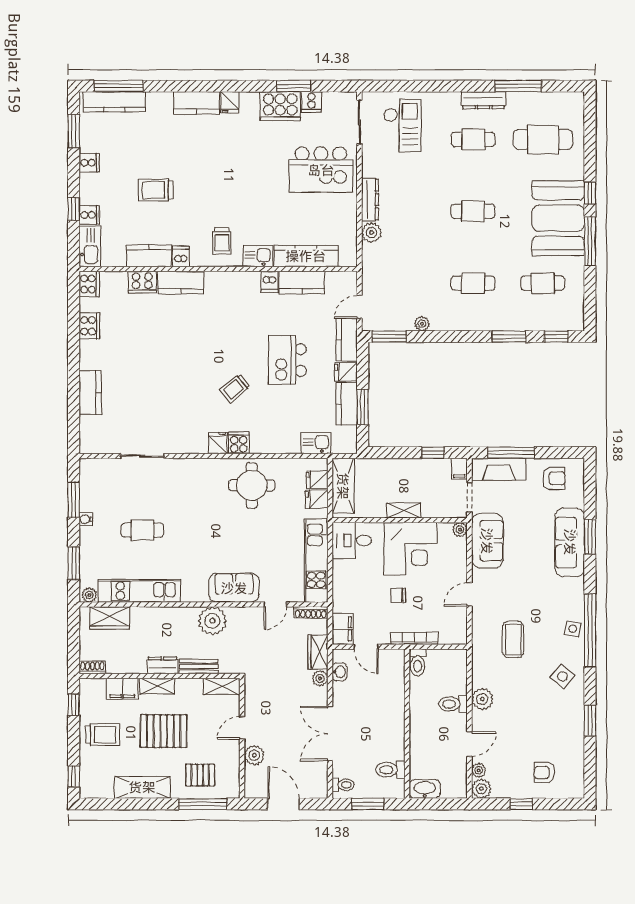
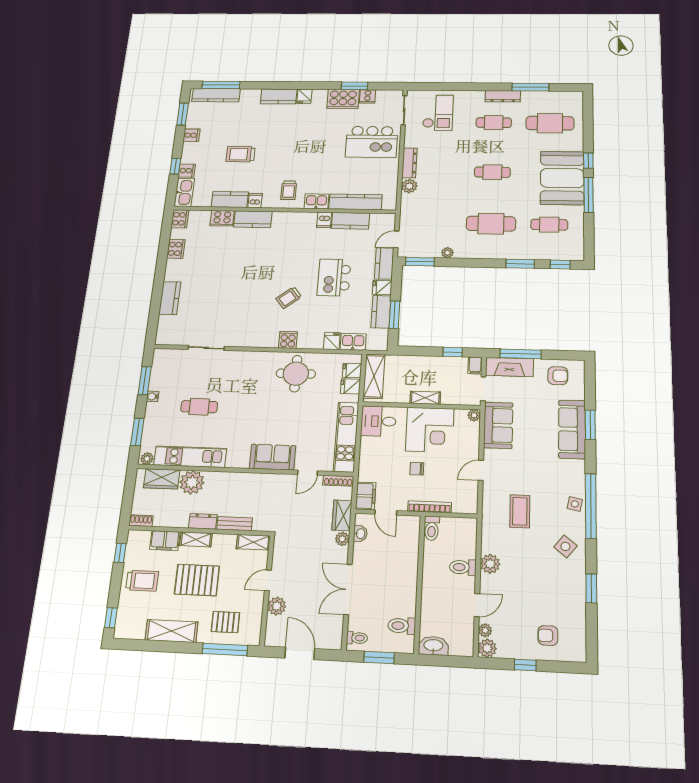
cafe table: (473, 283) -> (491, 224), width x1.37, depth x1.35
fridge: (218, 443) -> (332, 341), moved
plant: (212, 621) -> (192, 482), moved

